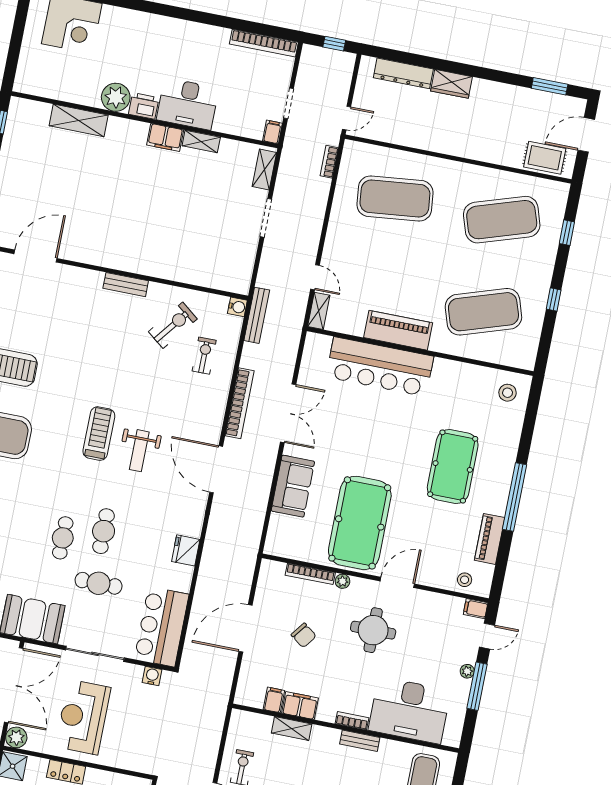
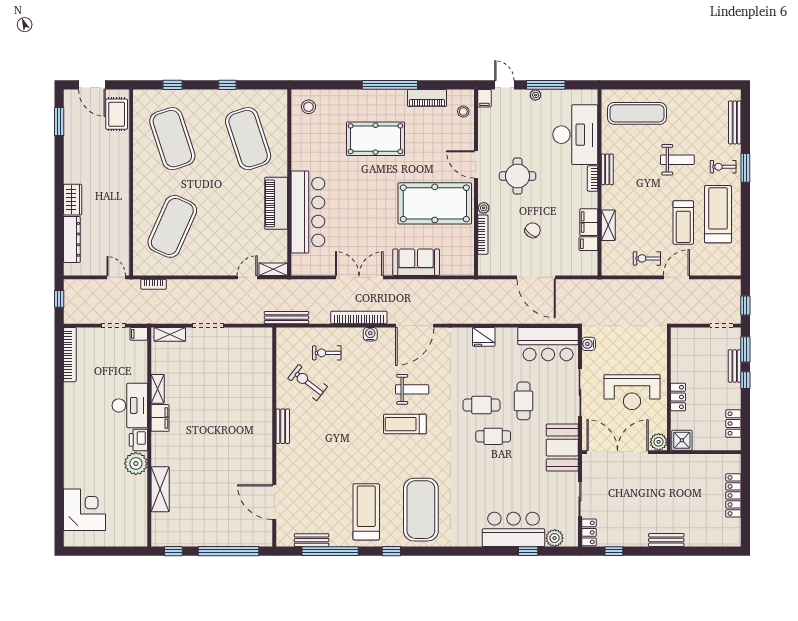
exercise mat: (395, 199) -> (172, 226), turned 30
water cooler: (237, 307) -> (370, 334), moved

